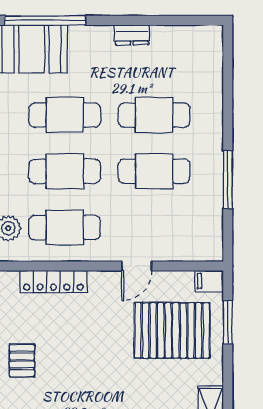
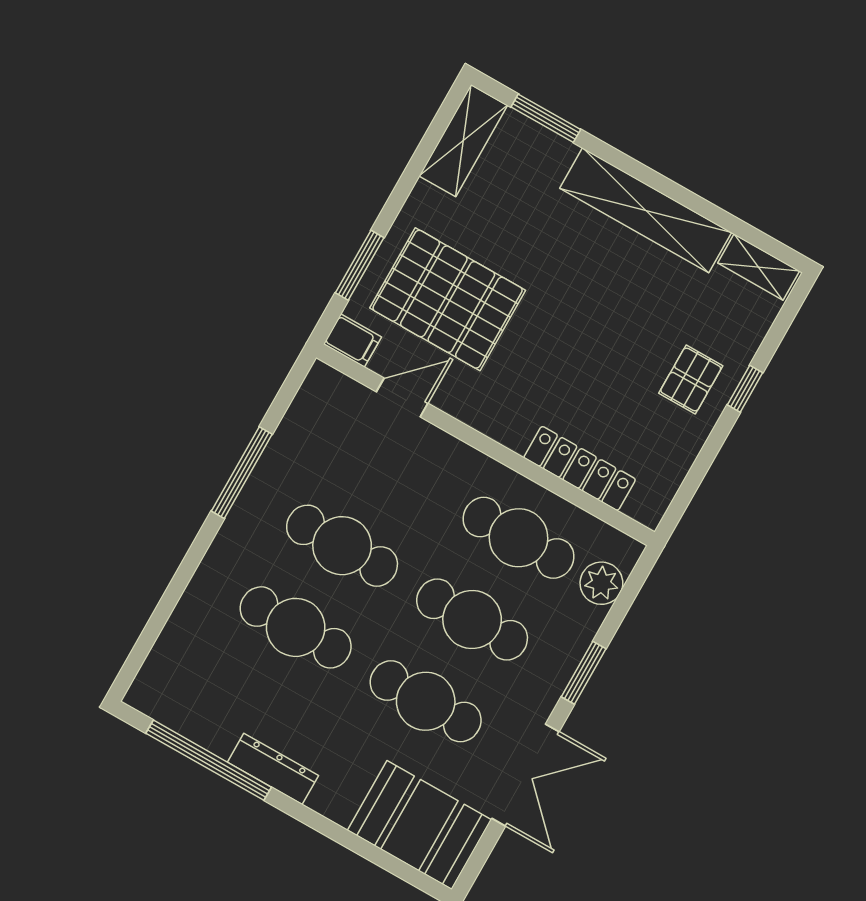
window: (45, 20) -> (209, 760), moved
dresser: (132, 35) -> (273, 769), width x1.44
door: (137, 266) -> (402, 398), moved

